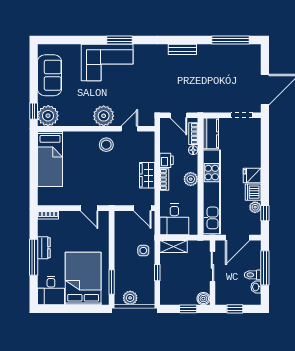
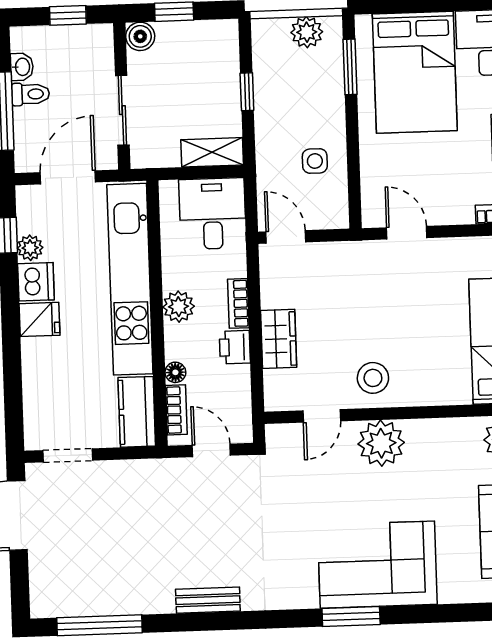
wardrobe: (147, 175) -> (279, 339), moved
side table: (143, 251) -> (315, 161), moved

